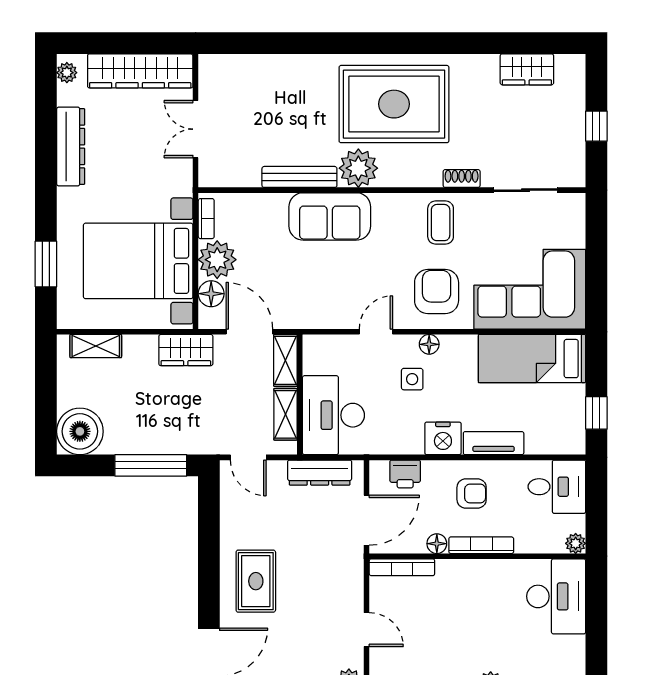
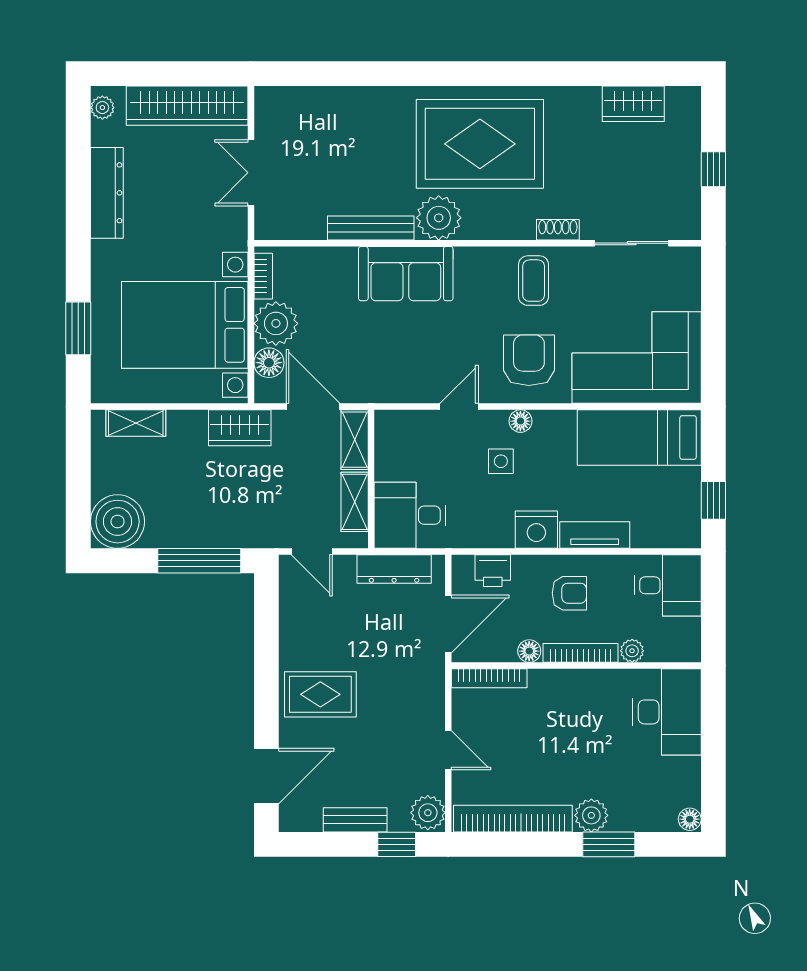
desk: (333, 415) -> (410, 515), width x0.73
plant: (576, 543) -> (632, 651), moved
rug: (256, 581) -> (320, 694), turned 90

